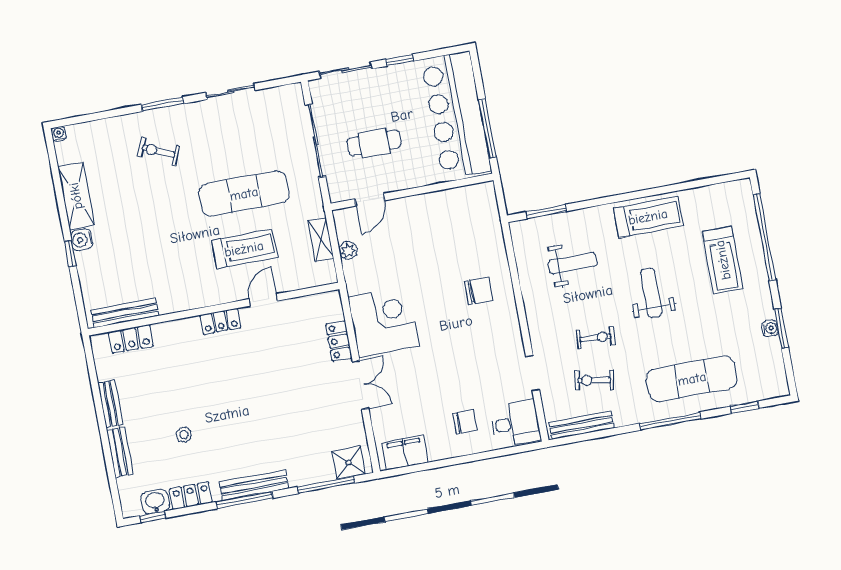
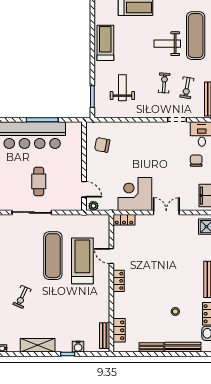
wall: (412, 192) -> (84, 166), moved
door: (370, 200) -> (84, 189), moved
shelving: (321, 239) -> (85, 219), removed
water cooler: (82, 240) -> (78, 347), moved
treadmill: (244, 249) -> (82, 261), width x1.37, depth x1.38
chair: (479, 291) -> (102, 145), moved, turned -79
weight bench: (651, 293) -> (167, 44), moved
bench: (125, 313) -> (105, 336), width x0.73
locker: (339, 341) -> (124, 220), moved
bench: (120, 452) -> (183, 347), width x1.36

